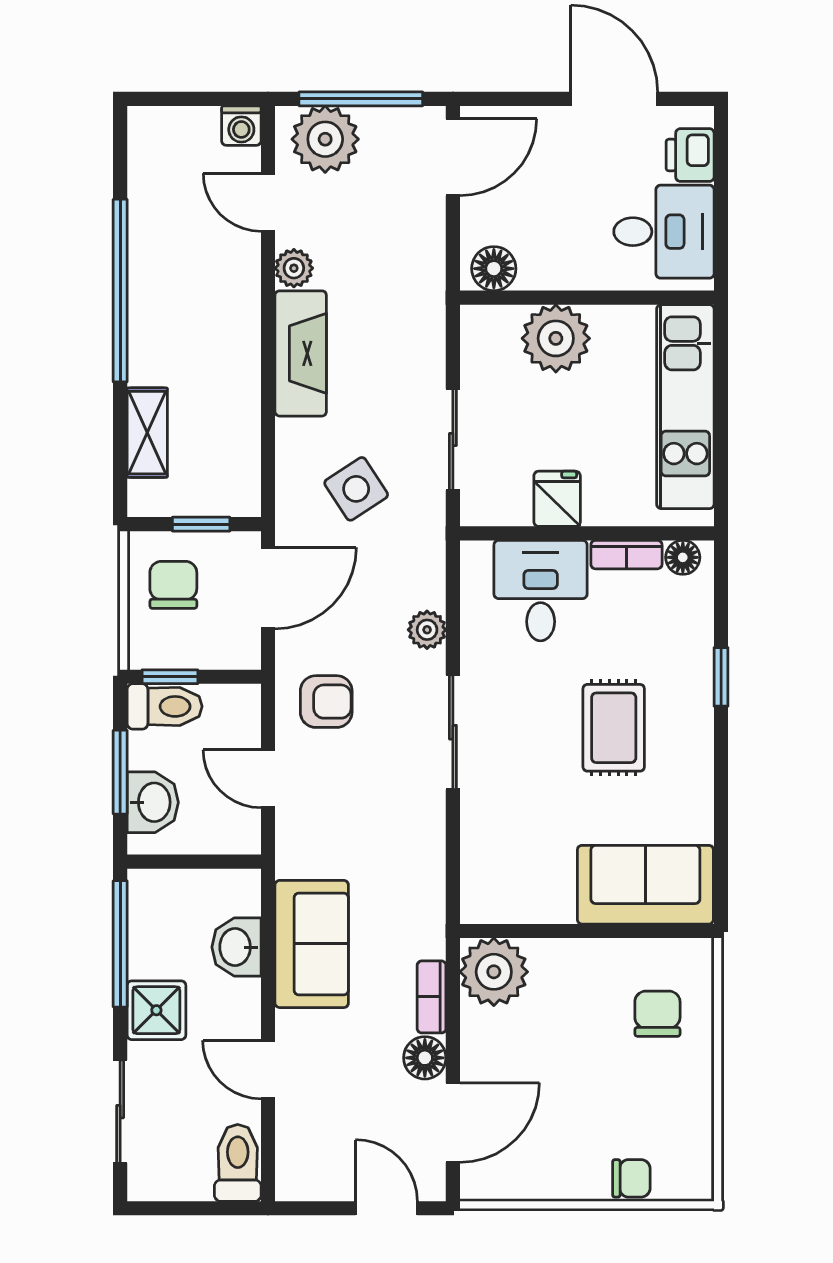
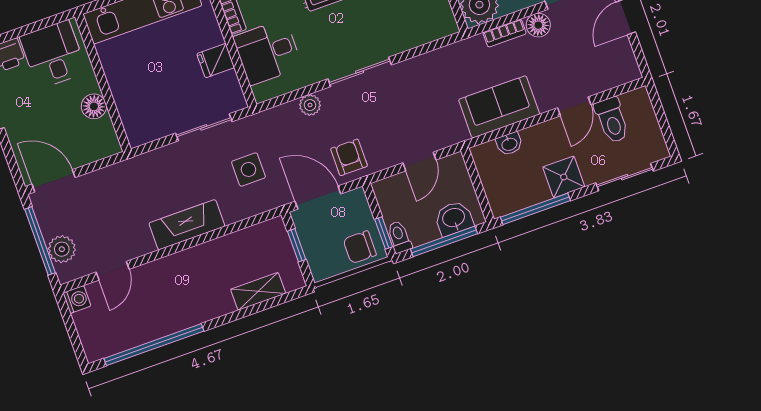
plant: (325, 139) -> (62, 249), width x0.73, depth x0.73
plant: (294, 268) -> (143, 244), removed
floor lamp: (494, 269) -> (94, 106), moved
window: (120, 291) -> (154, 345), moved
plant: (556, 338) -> (131, 92), removed
side table: (356, 489) -> (248, 169), turned 33
chair: (173, 585) -> (360, 247), moved
armchair: (326, 702) -> (349, 157), moved
toilet: (165, 706) -> (399, 237), width x0.73, depth x0.72
window: (120, 772) -> (444, 241), width x1.44
washbasin: (236, 947) -> (509, 144), width x0.72, depth x0.69
toilet: (238, 1163) -> (612, 120), moved, turned -90

